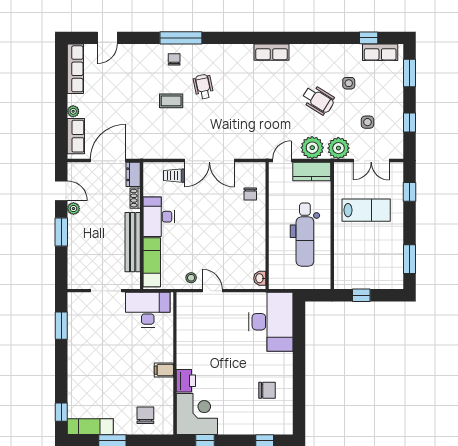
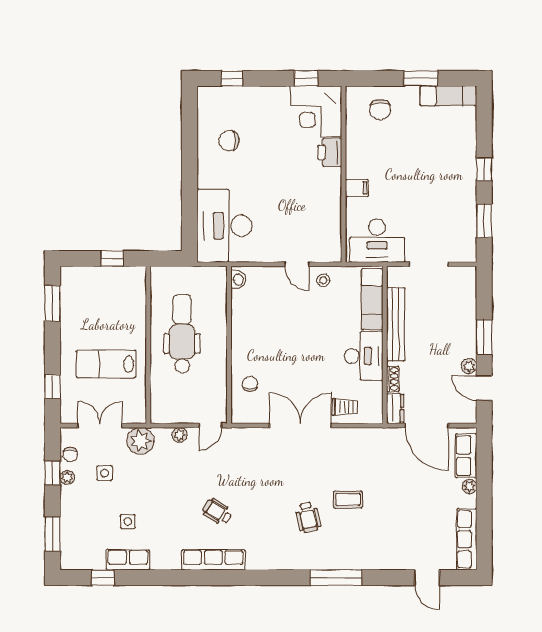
door: (107, 38) -> (427, 578), swing flipped
row of seats: (272, 52) -> (213, 560), width x1.48
row of seats: (380, 52) -> (128, 560), moved
chair: (174, 59) -> (70, 454), moved
wheelchair: (318, 100) -> (217, 512), moved, width x0.73, depth x0.73
plant: (398, 119) -> (67, 478), added
plant: (312, 148) -> (180, 435), width x0.53, depth x0.53
door: (108, 161) -> (426, 426), hinge flipped
kitchen counter: (312, 171) -> (174, 412), removed
filing cabinet: (164, 370) -> (357, 188), moved
window: (61, 412) -> (484, 169), moved

